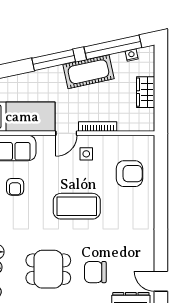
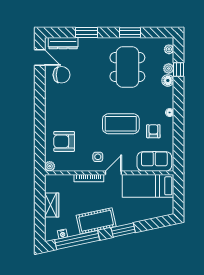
window: (54, 60) -> (123, 230), width x0.69
plant: (148, 142) -> (50, 166), added
coffee table: (77, 206) -> (121, 124), moved
dining table: (48, 269) -> (127, 67), width x1.37
chair: (95, 272) -> (62, 75), moved

